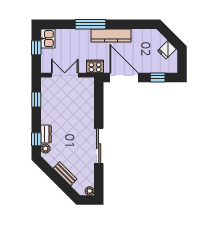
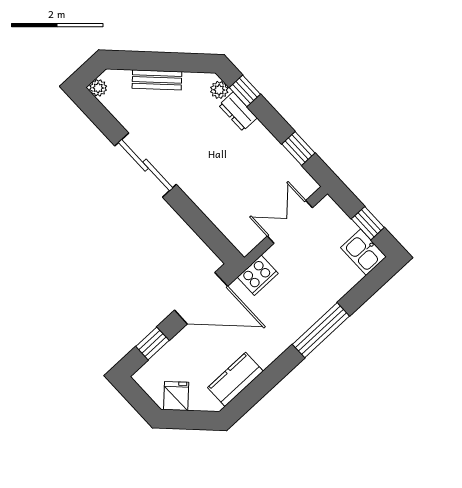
kitchen counter: (111, 35) -> (235, 379), moved, width x0.67
double door: (65, 75) -> (290, 222), swing flipped

